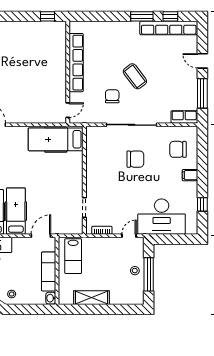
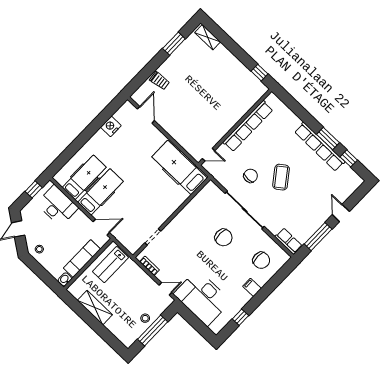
row of seats: (169, 28) -> (320, 147), moved
chair: (178, 149) -> (261, 260), turned 180

